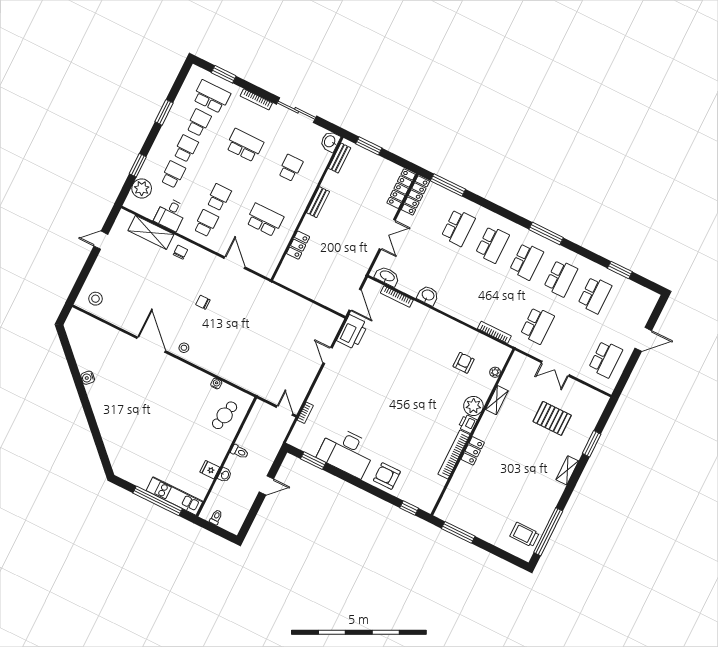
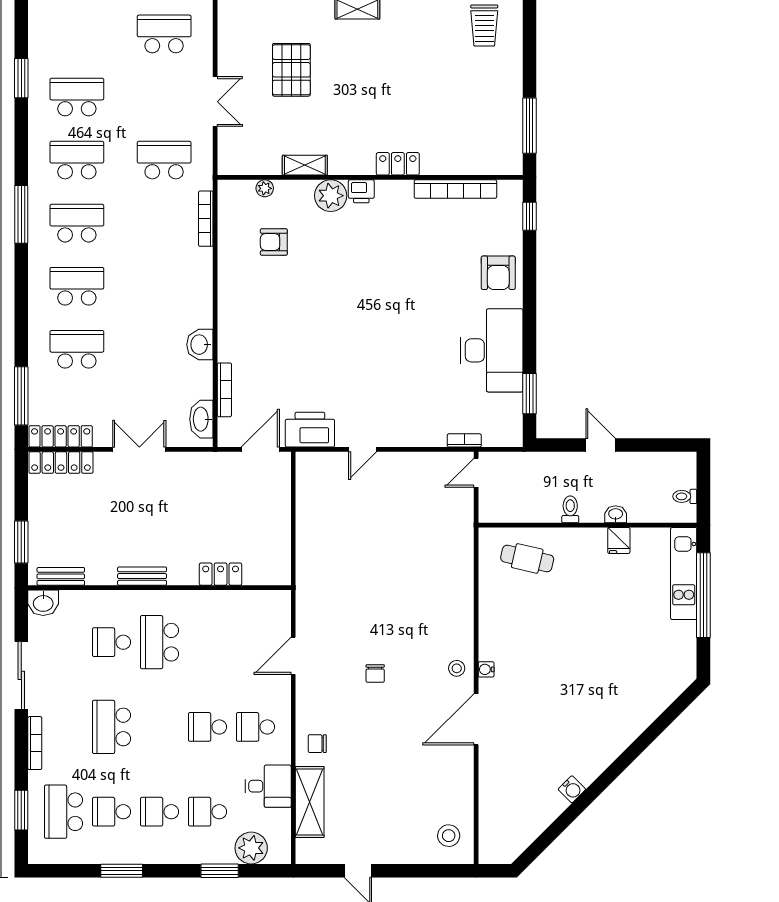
school desk: (265, 220) -> (159, 642), moved
water cooler: (216, 384) -> (486, 669), moved
bookcase: (454, 454) -> (455, 189), moved

